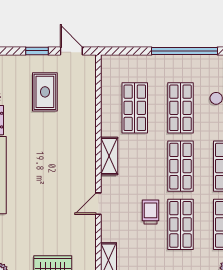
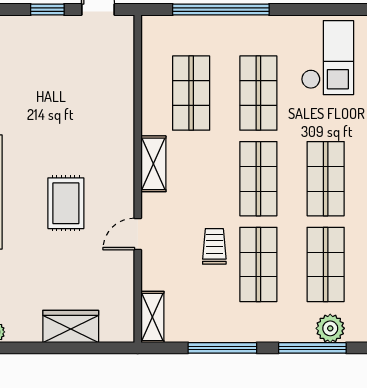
window: (184, 51) -> (221, 10), moved
rug: (45, 92) -> (66, 203), moved

